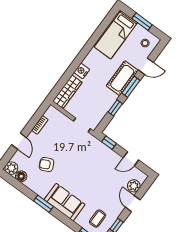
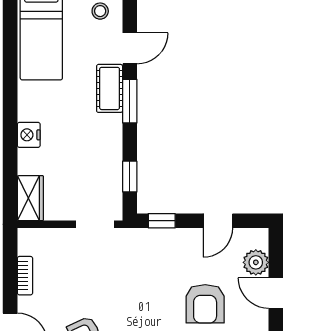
cot: (122, 78) -> (110, 88), width x0.73, depth x0.75
wardrobe: (67, 92) -> (30, 198), width x0.67
window: (115, 108) -> (130, 177), moved
armchair: (102, 187) -> (205, 304), added

